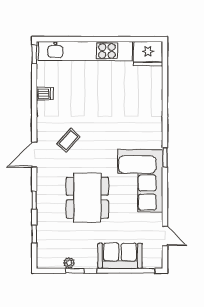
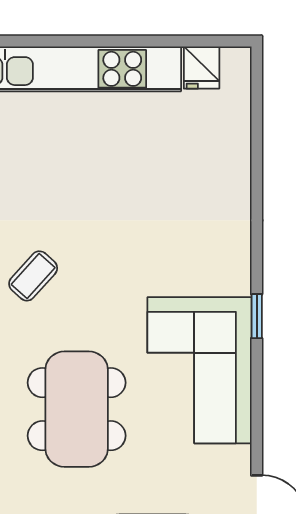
fridge: (148, 53) -> (202, 68), width x0.53, depth x0.75

